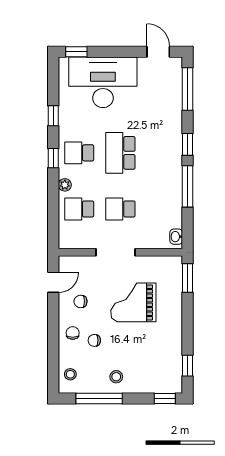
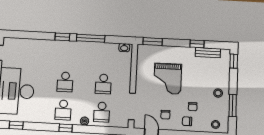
window: (188, 89) -> (25, 35), removed
window: (53, 116) -> (16, 125), moved
school desk: (120, 153) -> (65, 82), width x0.54
doorway: (116, 252) -> (132, 106), moved
bench: (175, 360) -> (208, 53), added
window: (188, 366) -> (197, 44), moved
window: (99, 398) -> (233, 106), width x0.69

